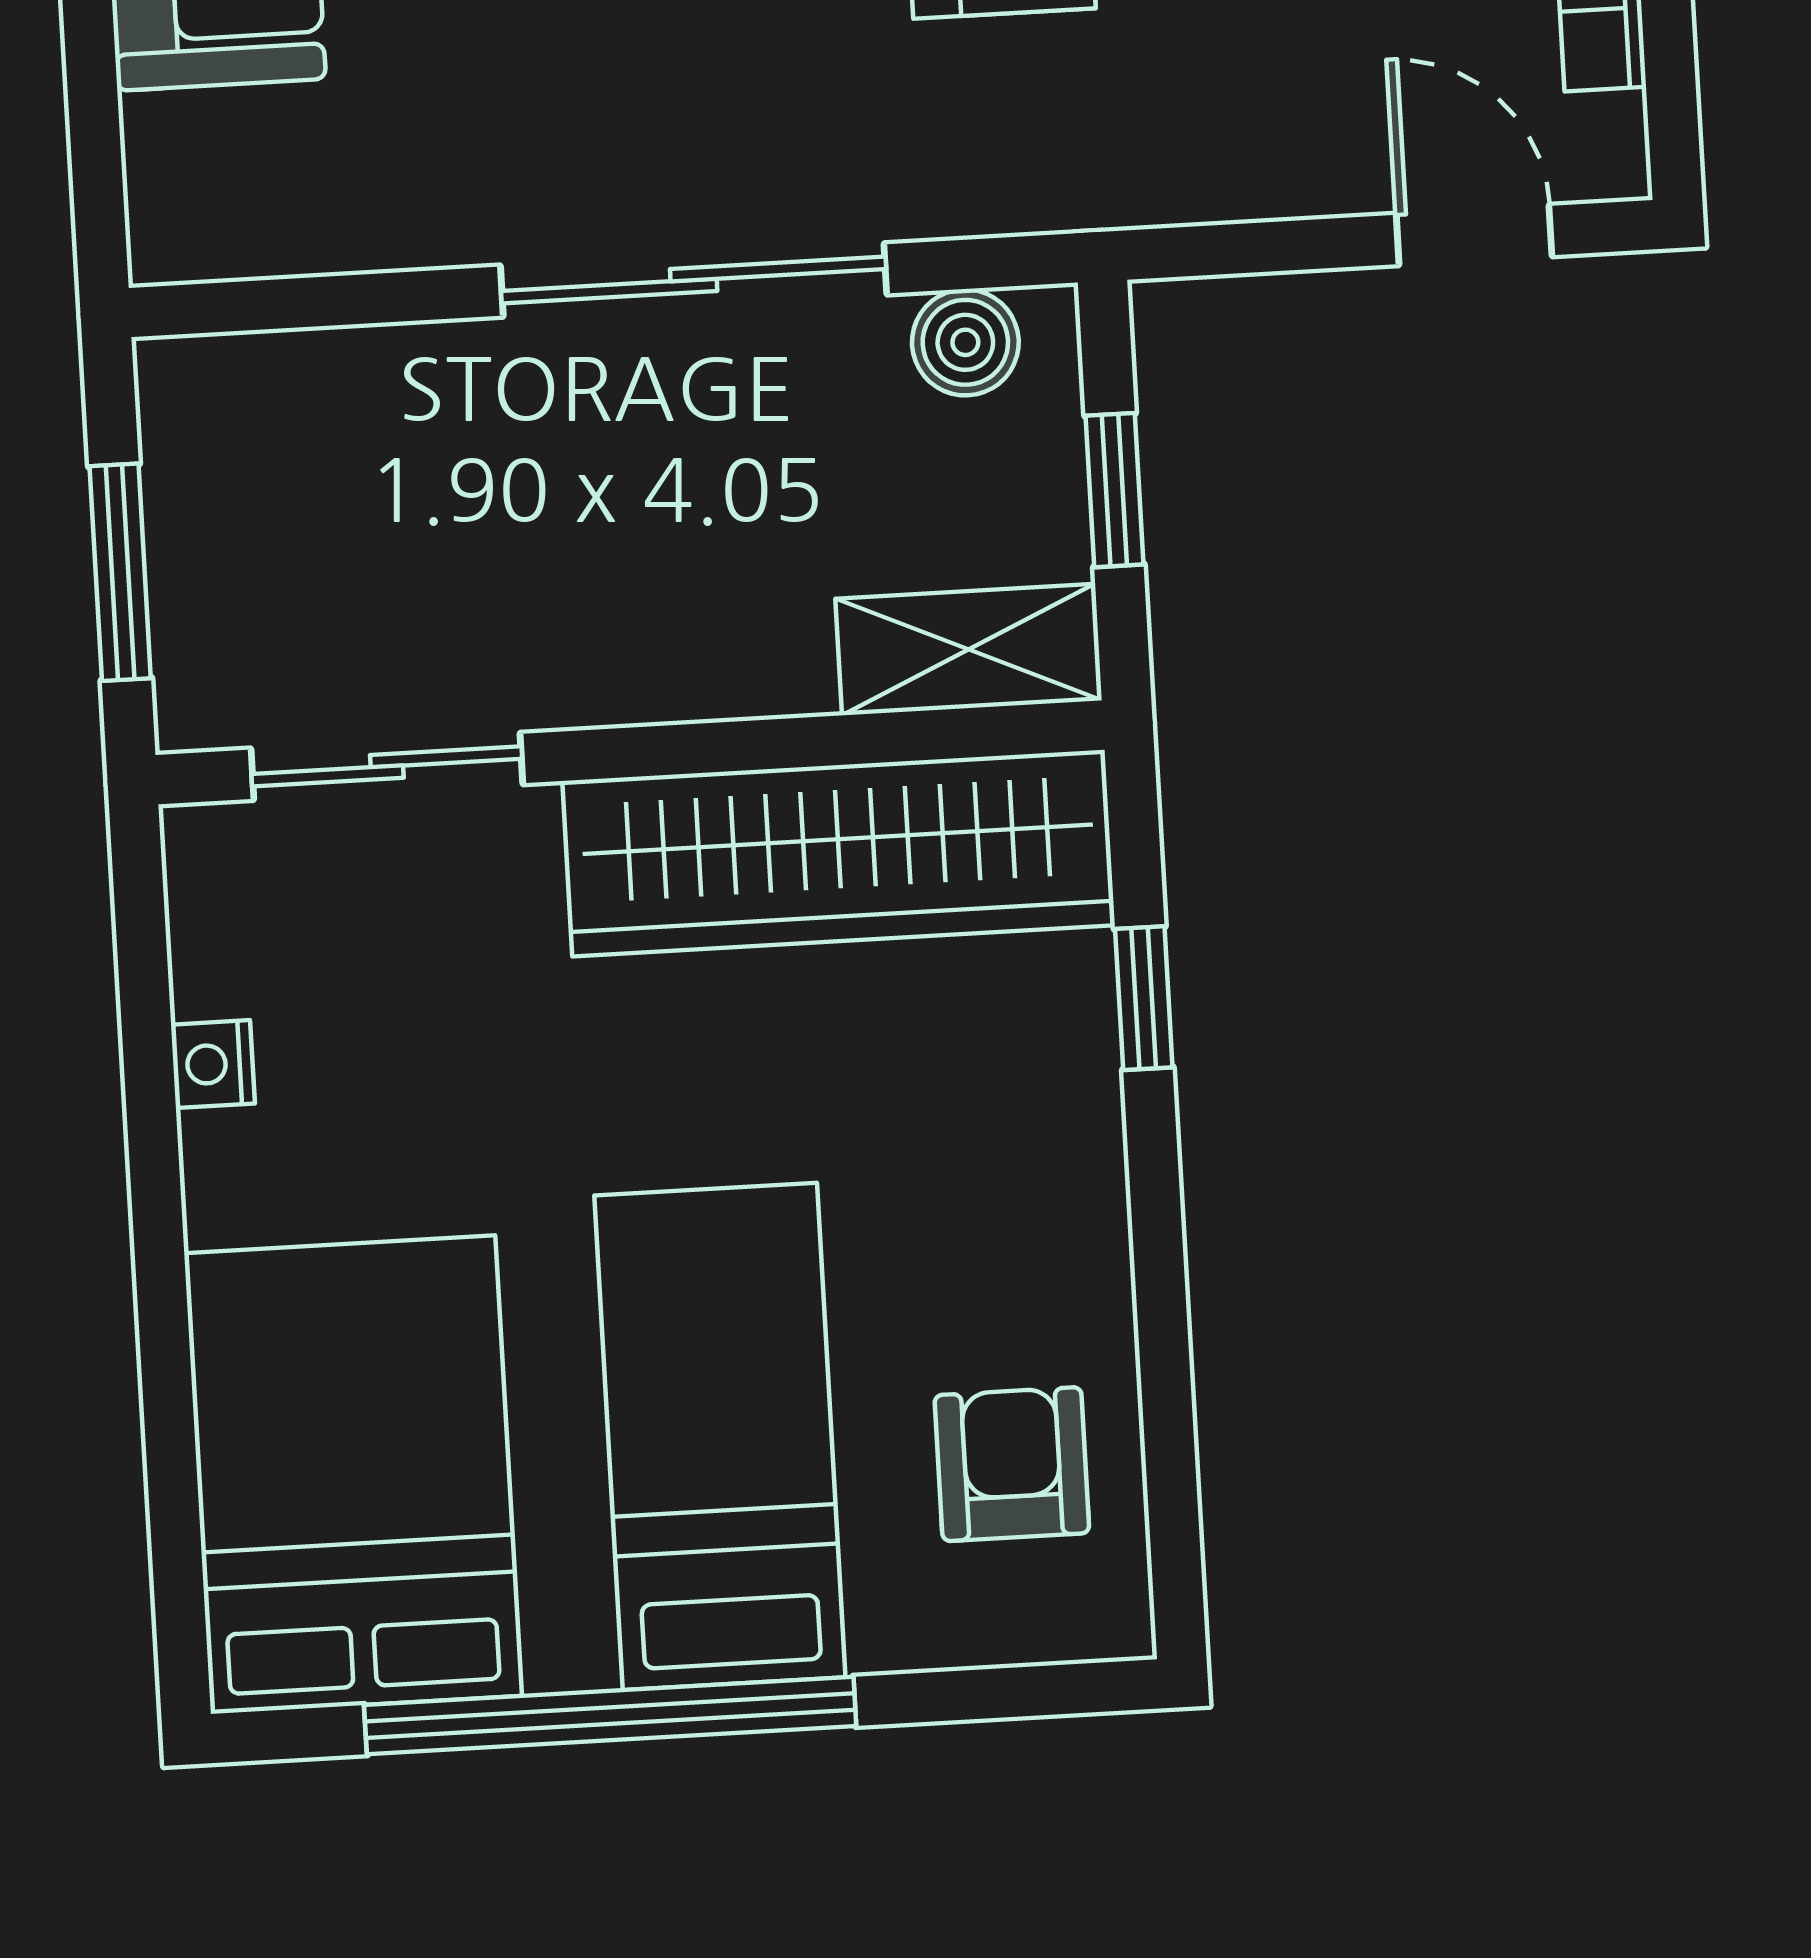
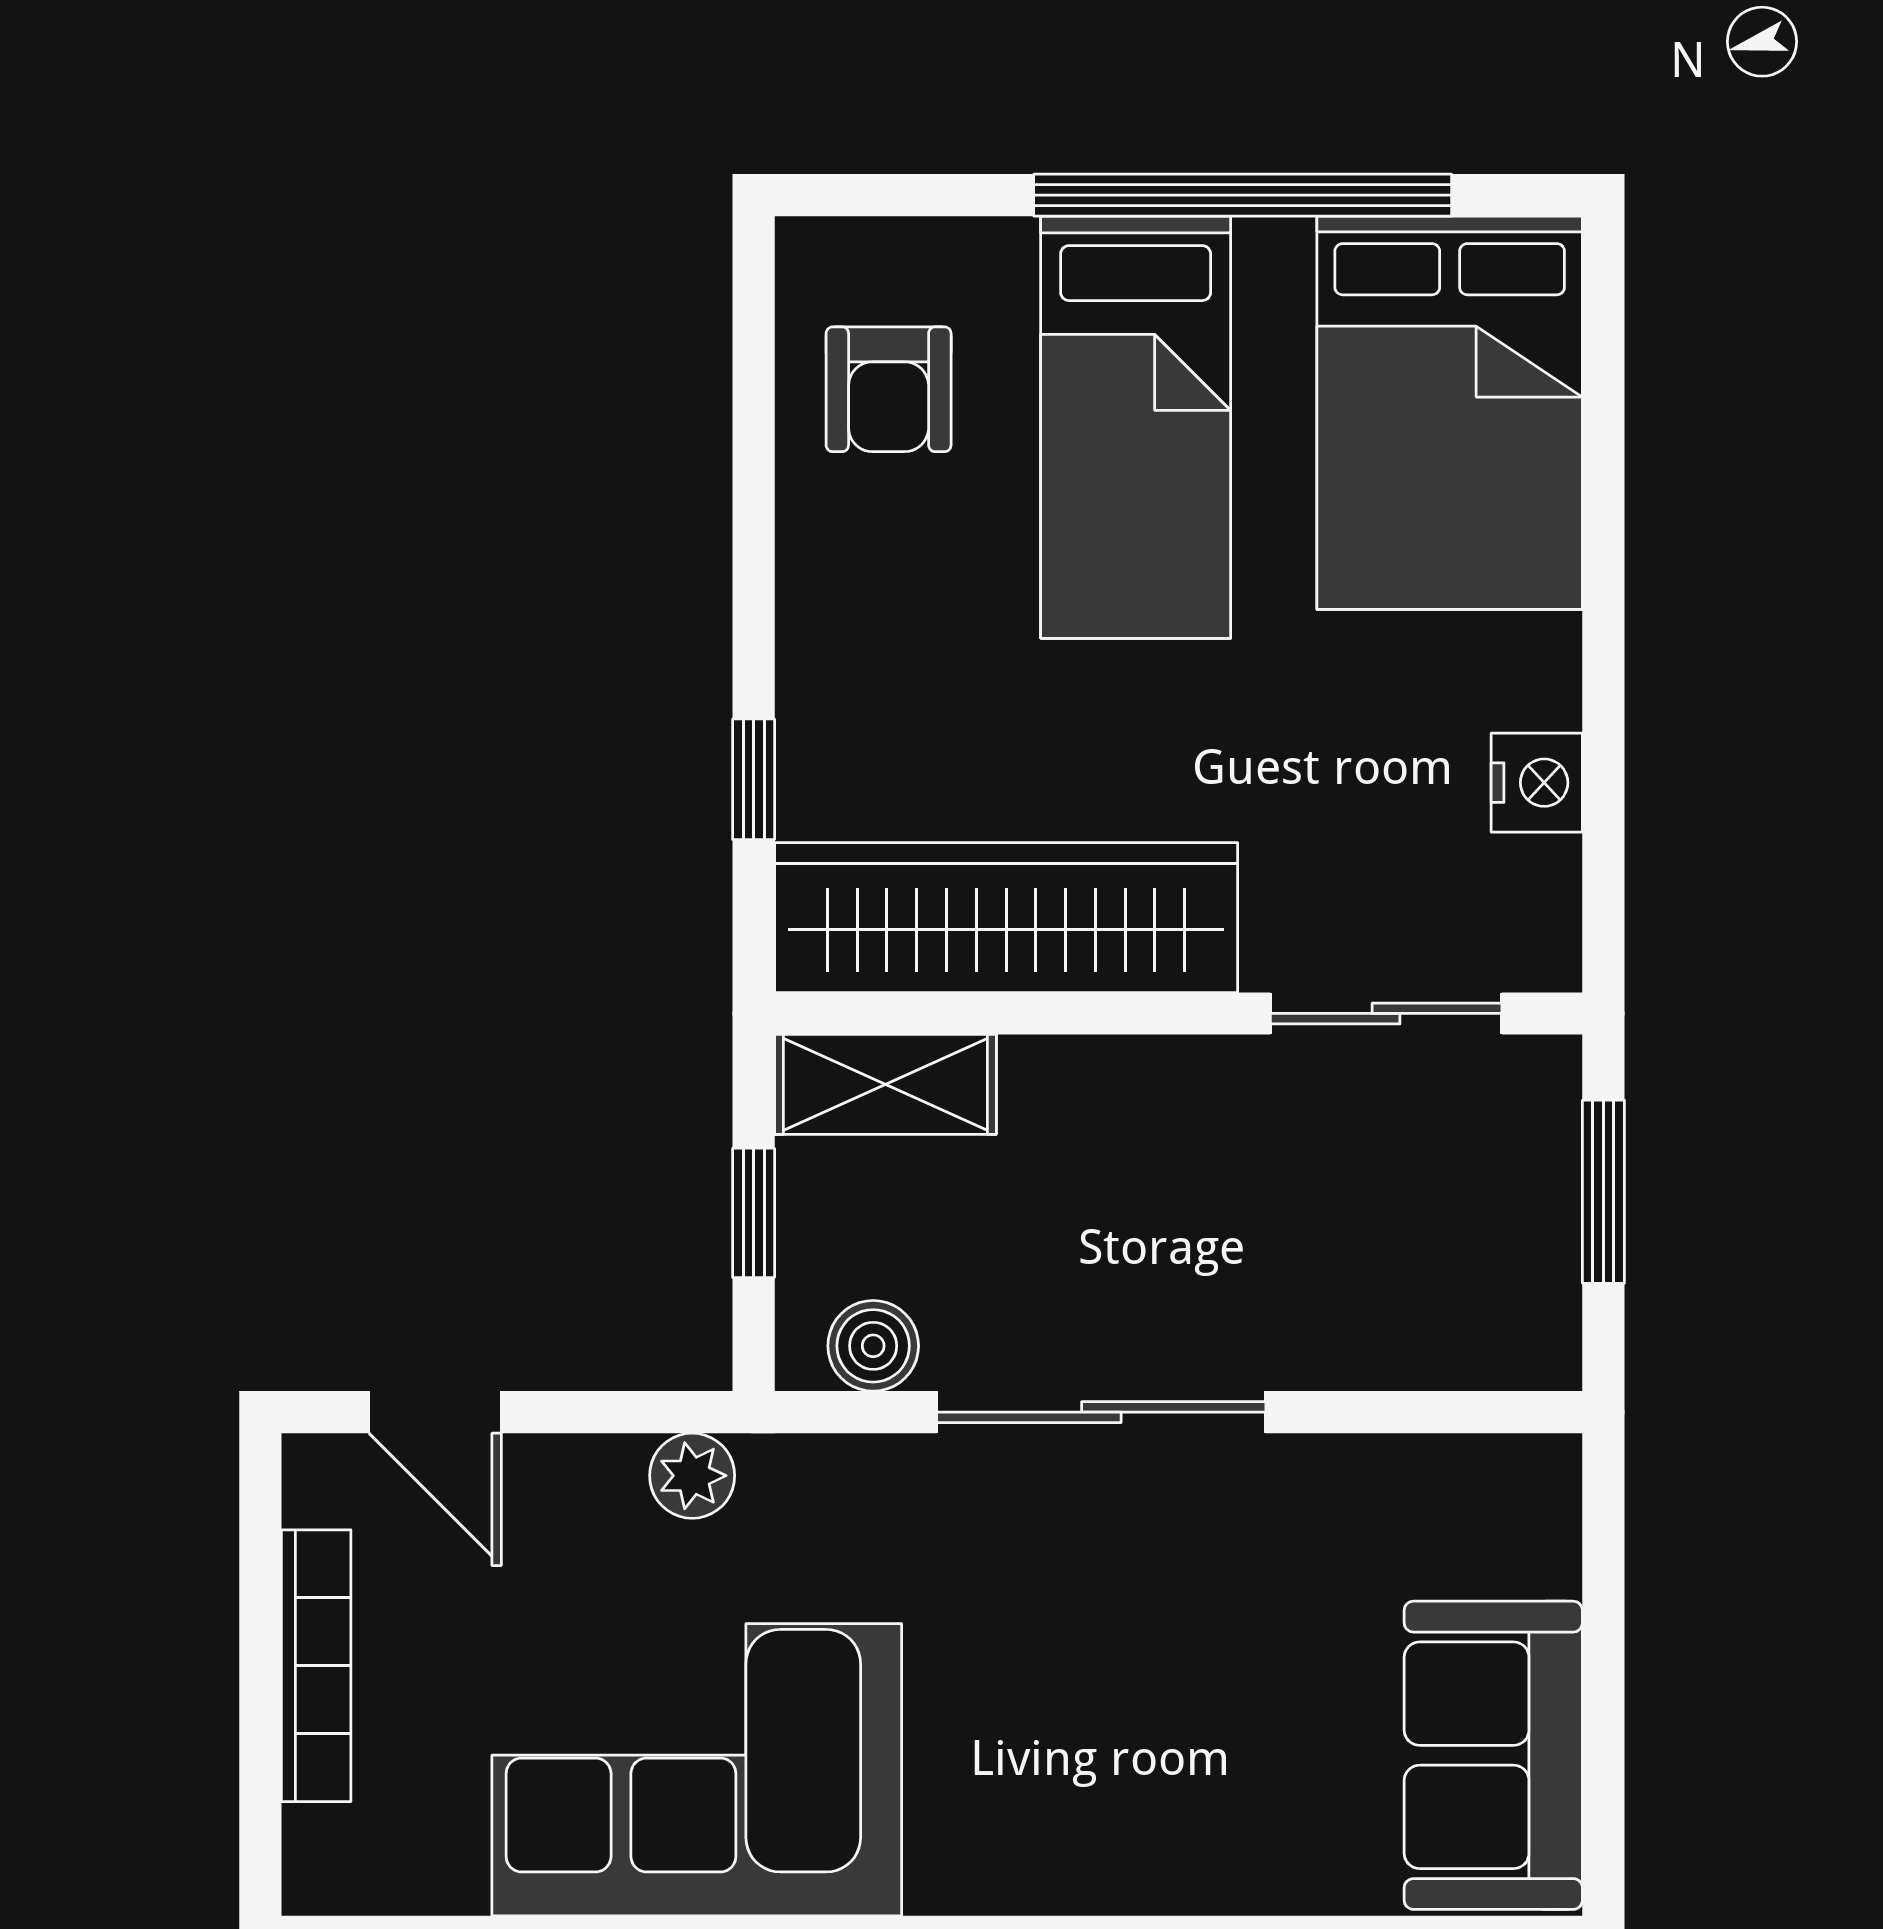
plant: (1169, 178) -> (692, 1476), added
nightstand: (213, 1064) -> (1537, 783), width x1.39, depth x1.35

